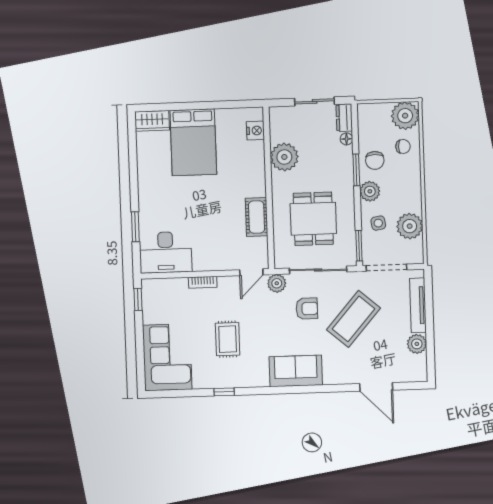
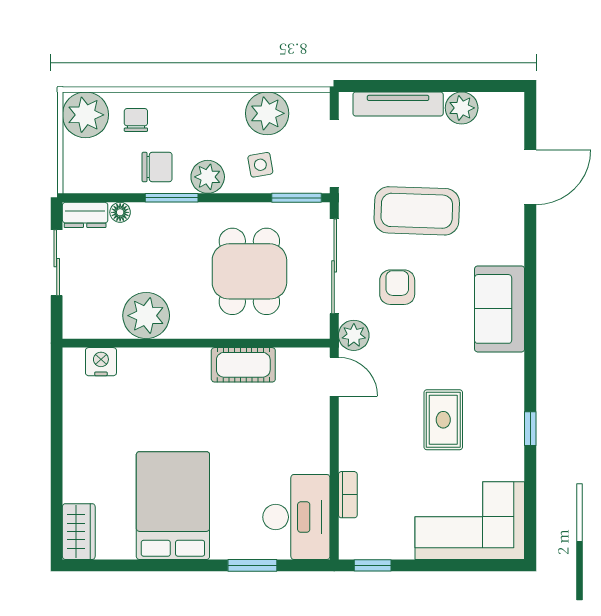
bed: (193, 142) -> (173, 506), moved, turned -90
dining table: (313, 219) -> (249, 271), turned 90
bookcase: (203, 282) -> (348, 495), moved
coffee table: (353, 319) -> (417, 211), turned -39
rug: (228, 339) -> (443, 420), turned 90

